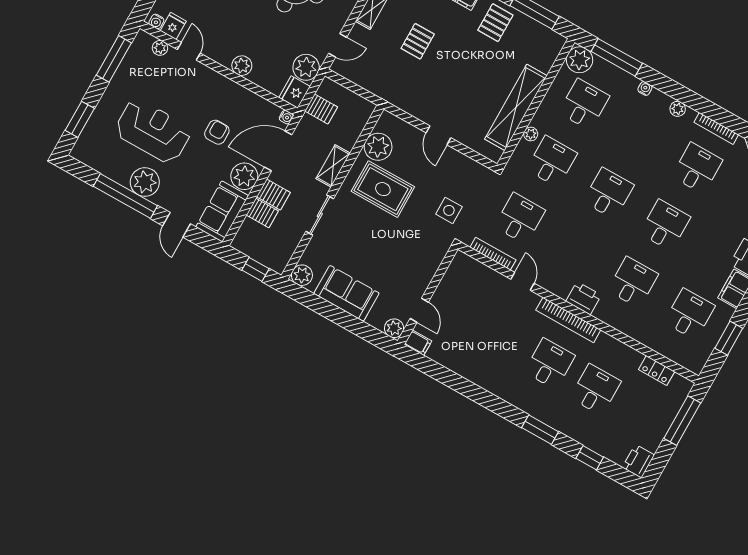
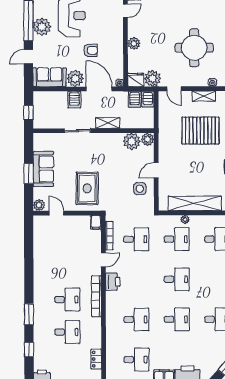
pallet: (418, 41) -> (200, 131), width x2.05, depth x2.00
rug: (383, 189) -> (87, 188), moved
side table: (449, 210) -> (140, 189), moved
server rack: (262, 213) -> (148, 99), moved
plant: (302, 275) -> (148, 139), moved
printer: (584, 298) -> (113, 282), moved
door: (419, 310) -> (56, 213), swing flipped
window: (341, 318) -> (29, 173), added
filing cabinet: (418, 343) -> (96, 222), moved

